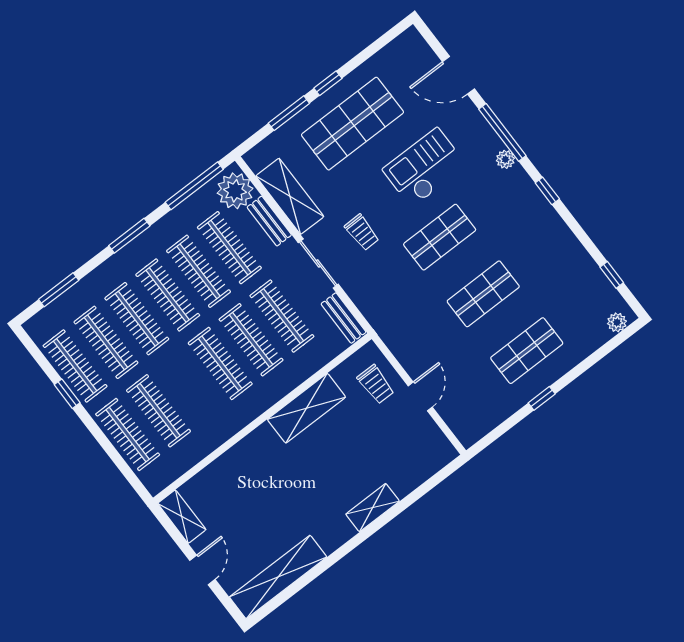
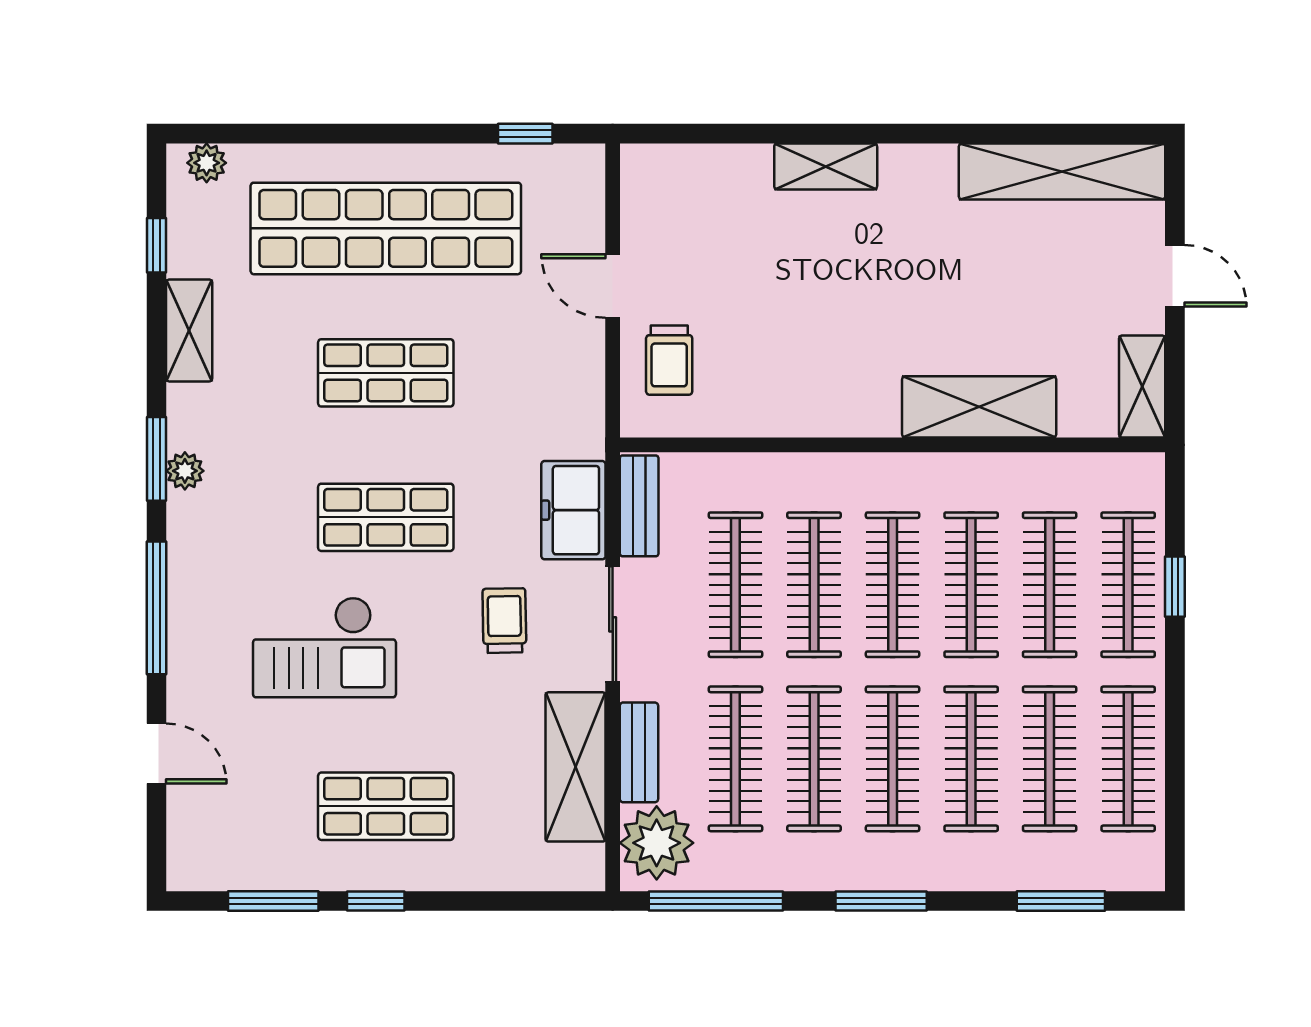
door: (459, 75) -> (157, 753), width x0.73
window: (289, 113) -> (273, 901), moved
shop shelf: (353, 124) -> (386, 806), width x0.70, depth x0.74
plant: (505, 159) -> (185, 471), moved
window: (547, 191) -> (157, 459), width x1.50
shelving: (573, 251) -> (189, 330), added
freezer: (368, 296) -> (573, 510), added
shop shelf: (527, 351) -> (386, 228), width x2.00, depth x1.36
trolley: (376, 384) -> (669, 360), turned 180
clothes rail: (189, 387) -> (971, 585), added
window: (67, 394) -> (1175, 587), moved
door: (420, 396) -> (613, 286), hinge flipped
window: (542, 398) -> (525, 134), moved
shelving: (306, 408) -> (979, 407), moved
door: (202, 570) -> (1175, 276), swing flipped

